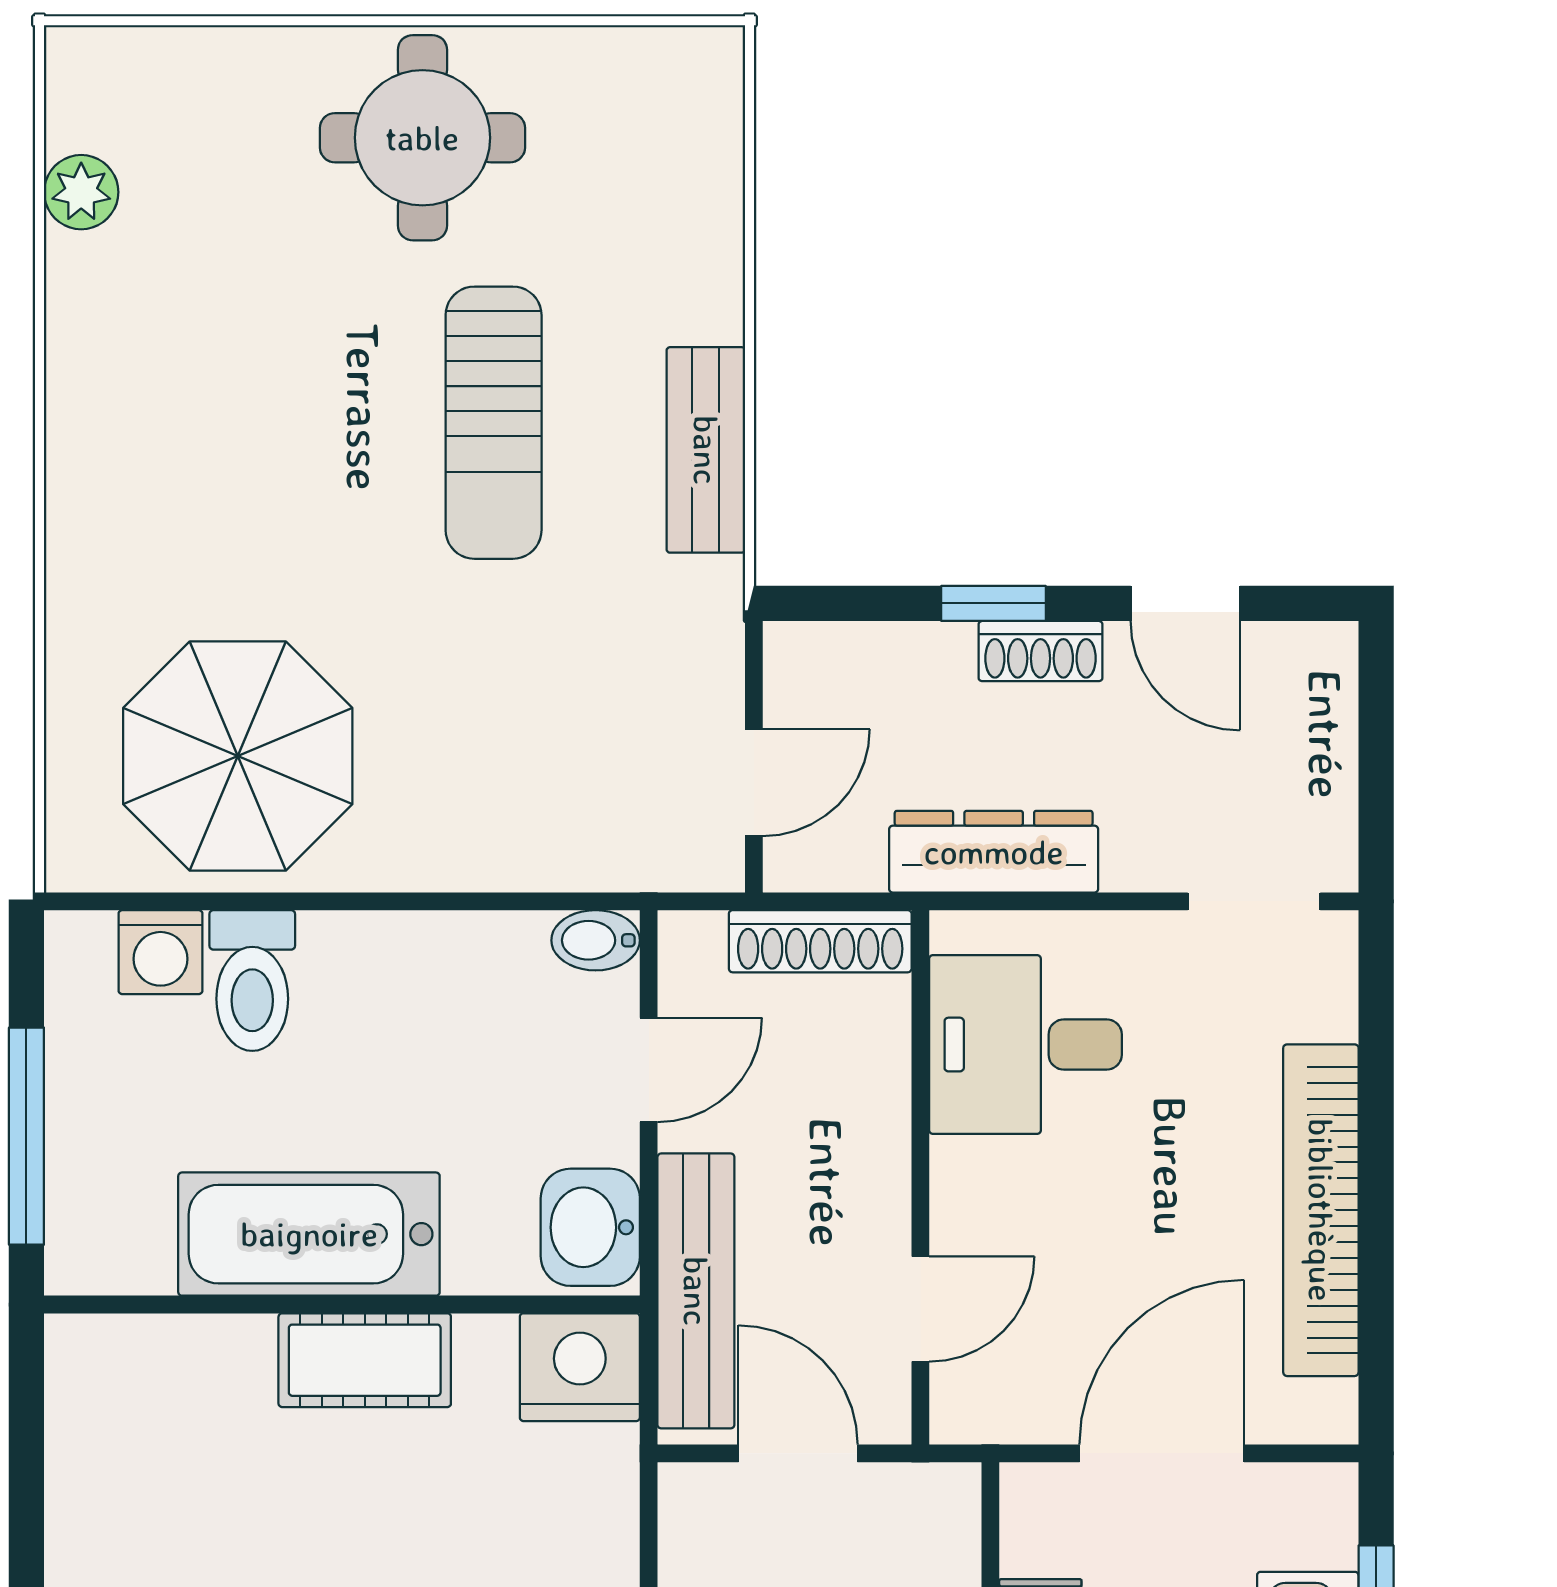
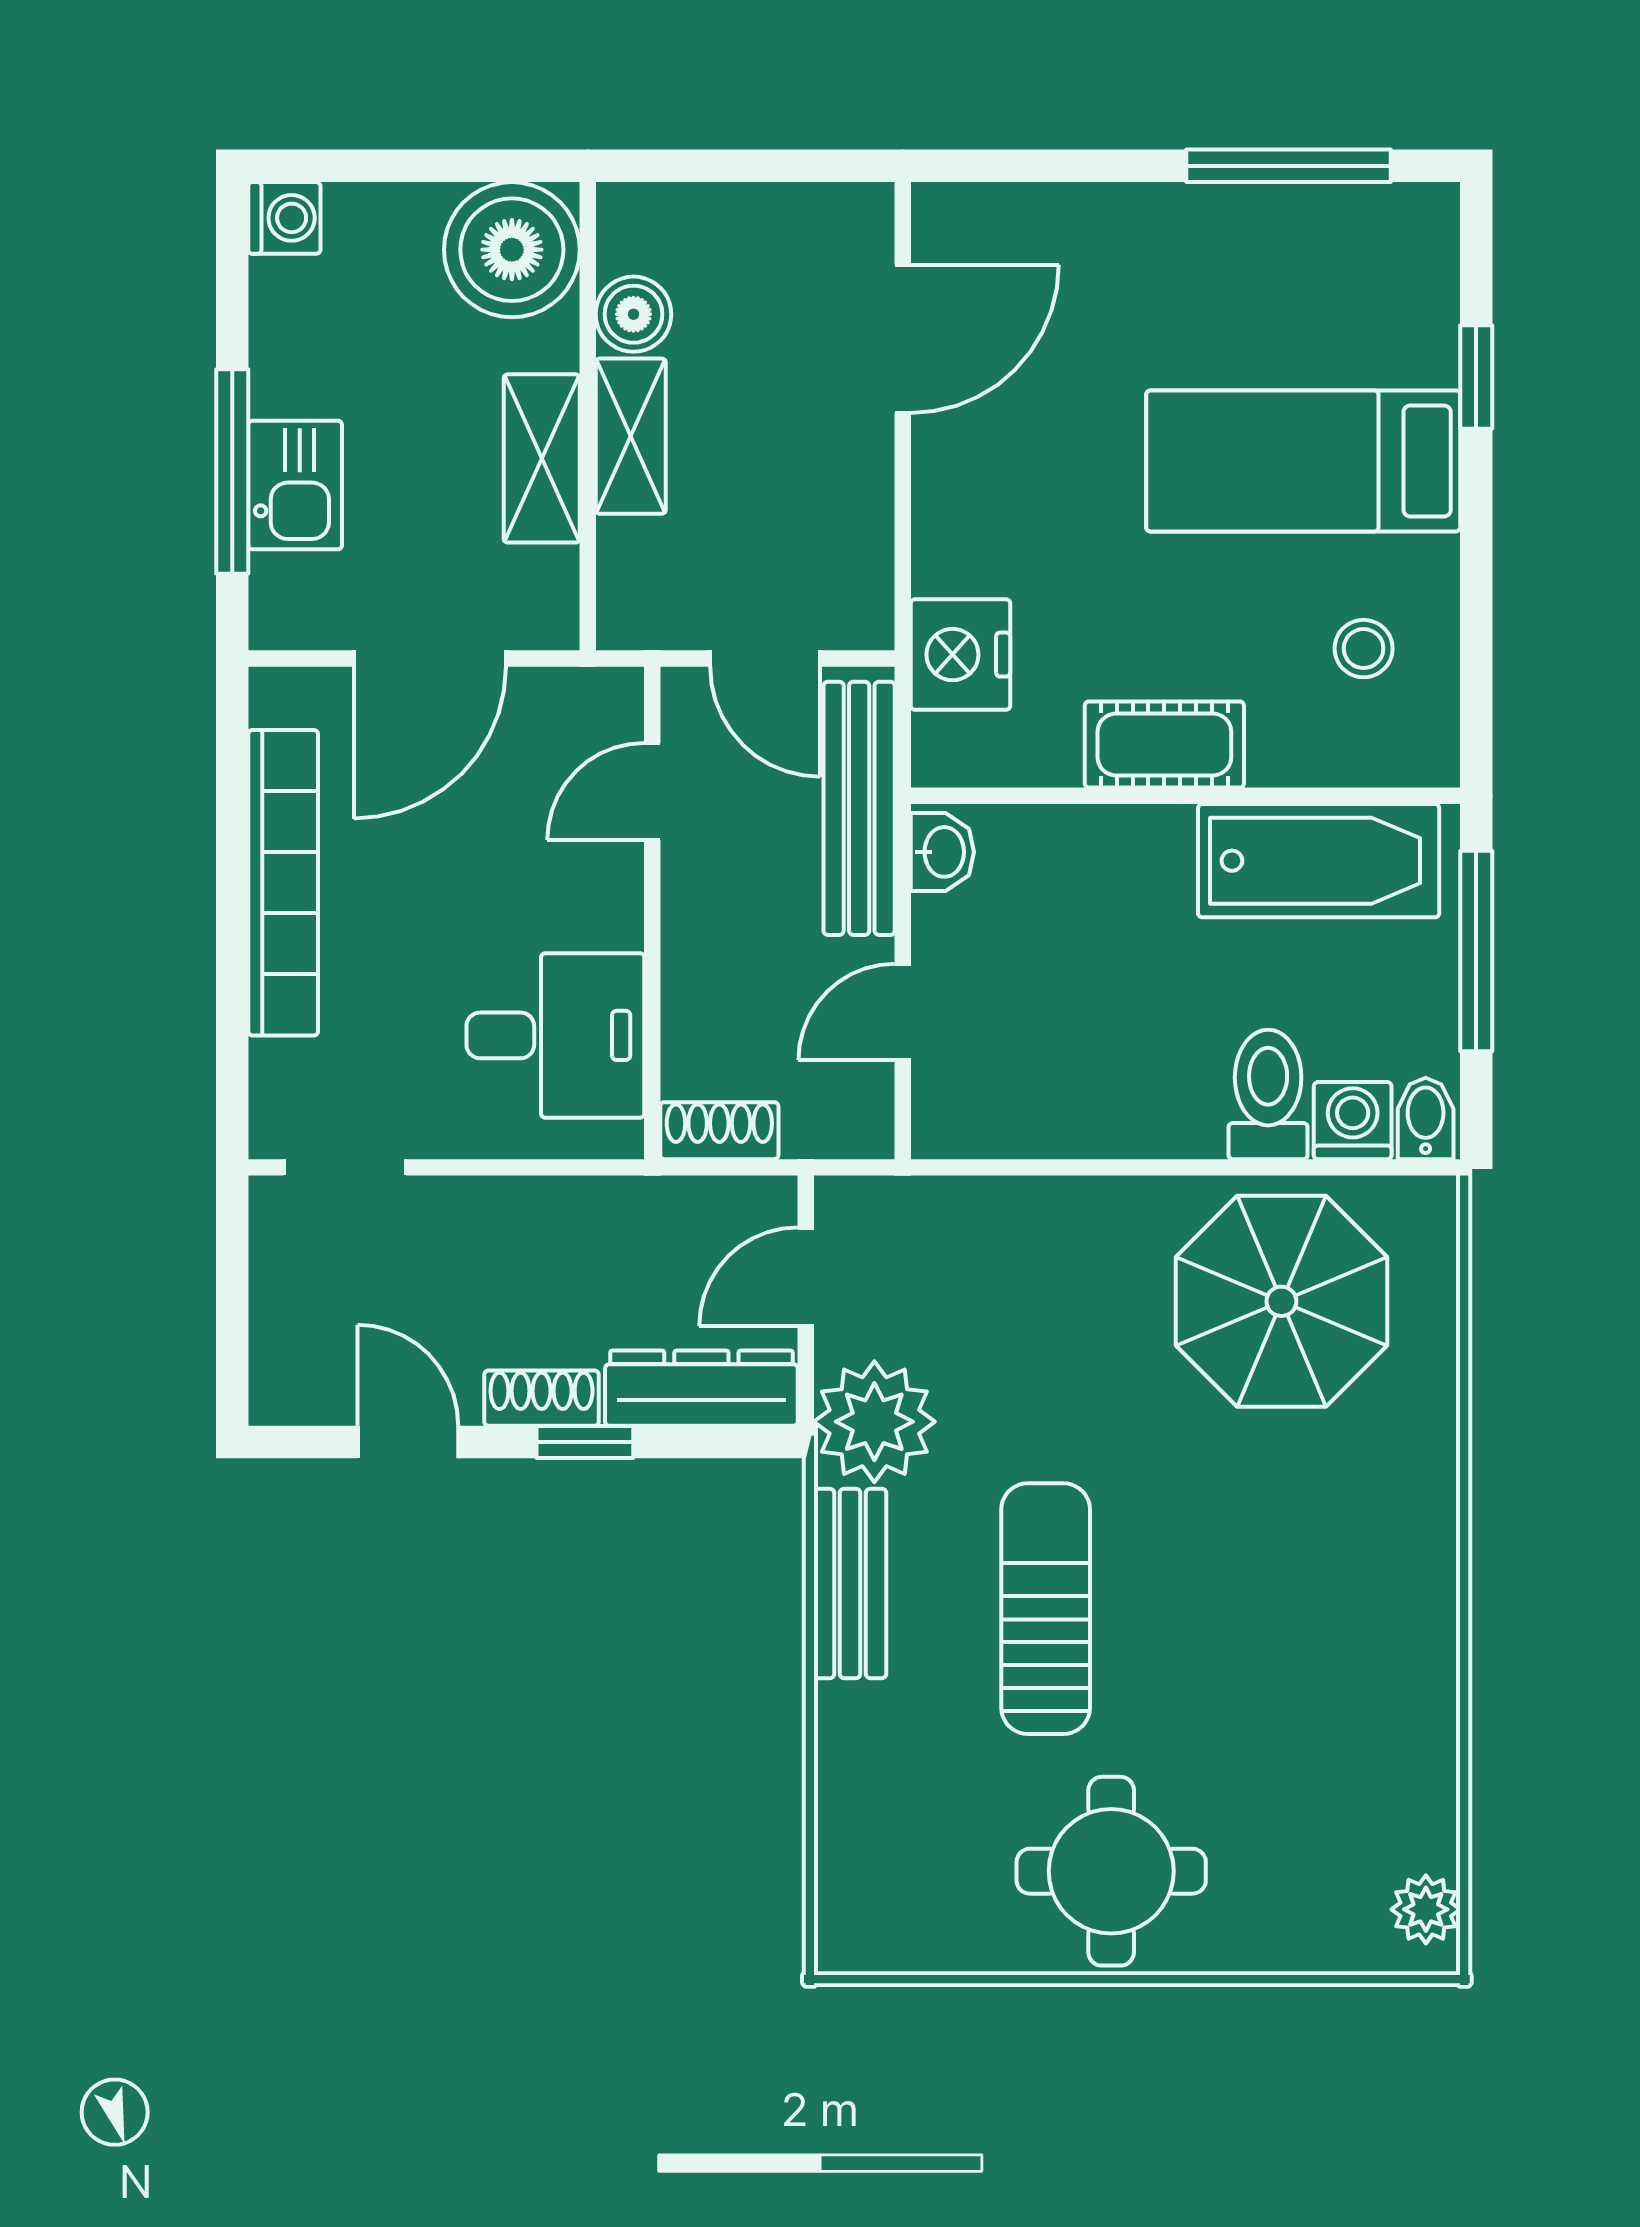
plant: (81, 192) -> (1426, 1909), moved
plant: (679, 625) -> (874, 1422), added
dresser: (994, 852) -> (701, 1388), moved, turned 180
bidet: (596, 940) -> (1426, 1118), moved, turned -90
shoe rack: (820, 941) -> (719, 1131), width x0.70
washbasin: (590, 1227) -> (942, 852), width x0.72, depth x0.69
bathtub: (309, 1234) -> (1319, 861), moved
nightstand: (580, 1367) -> (960, 655), moved, turned 90
stool: (149, 1464) -> (1364, 649), added

